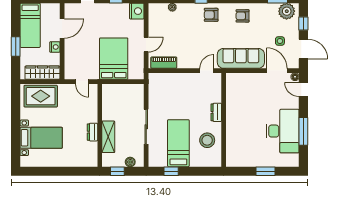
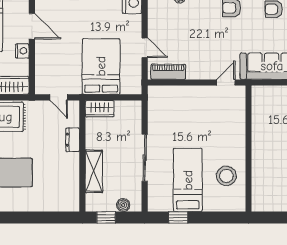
door: (62, 29) -> (32, 26), hinge flipped
door: (146, 45) -> (145, 48), hinge flipped
wardrobe: (113, 90) -> (100, 109), added
dresser: (216, 112) -> (239, 139), removed
dresser: (92, 132) -> (73, 140), moved

